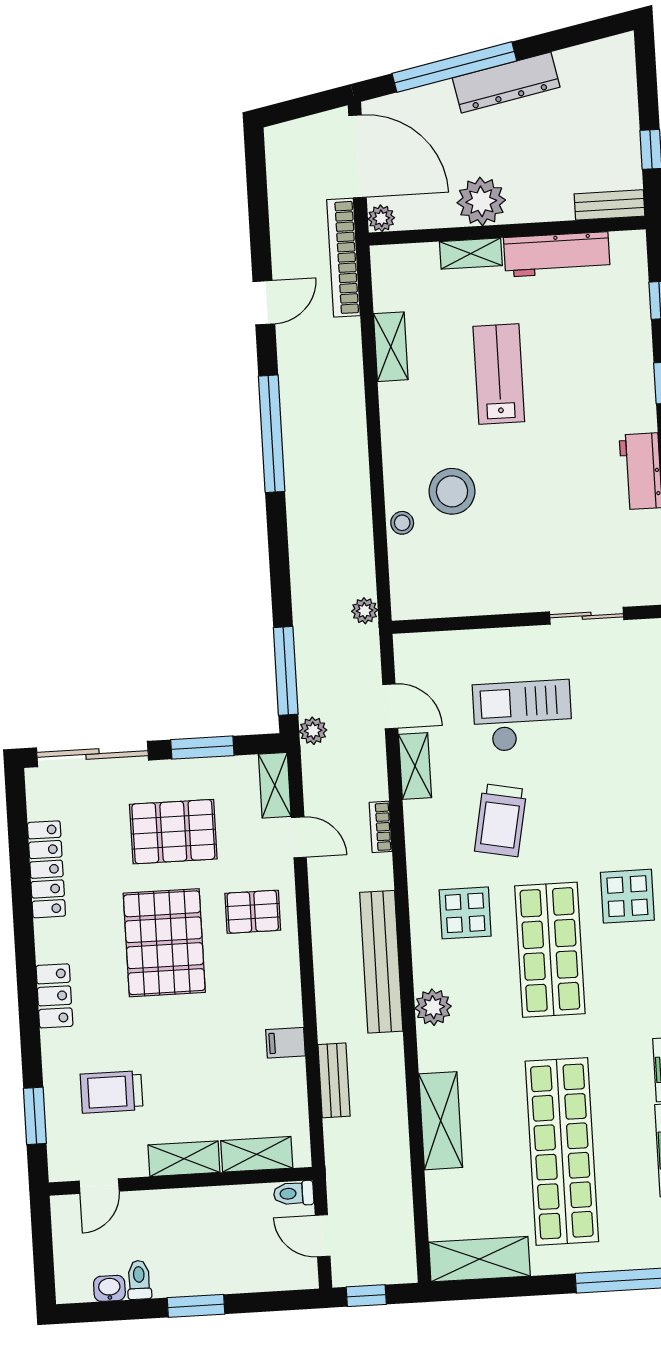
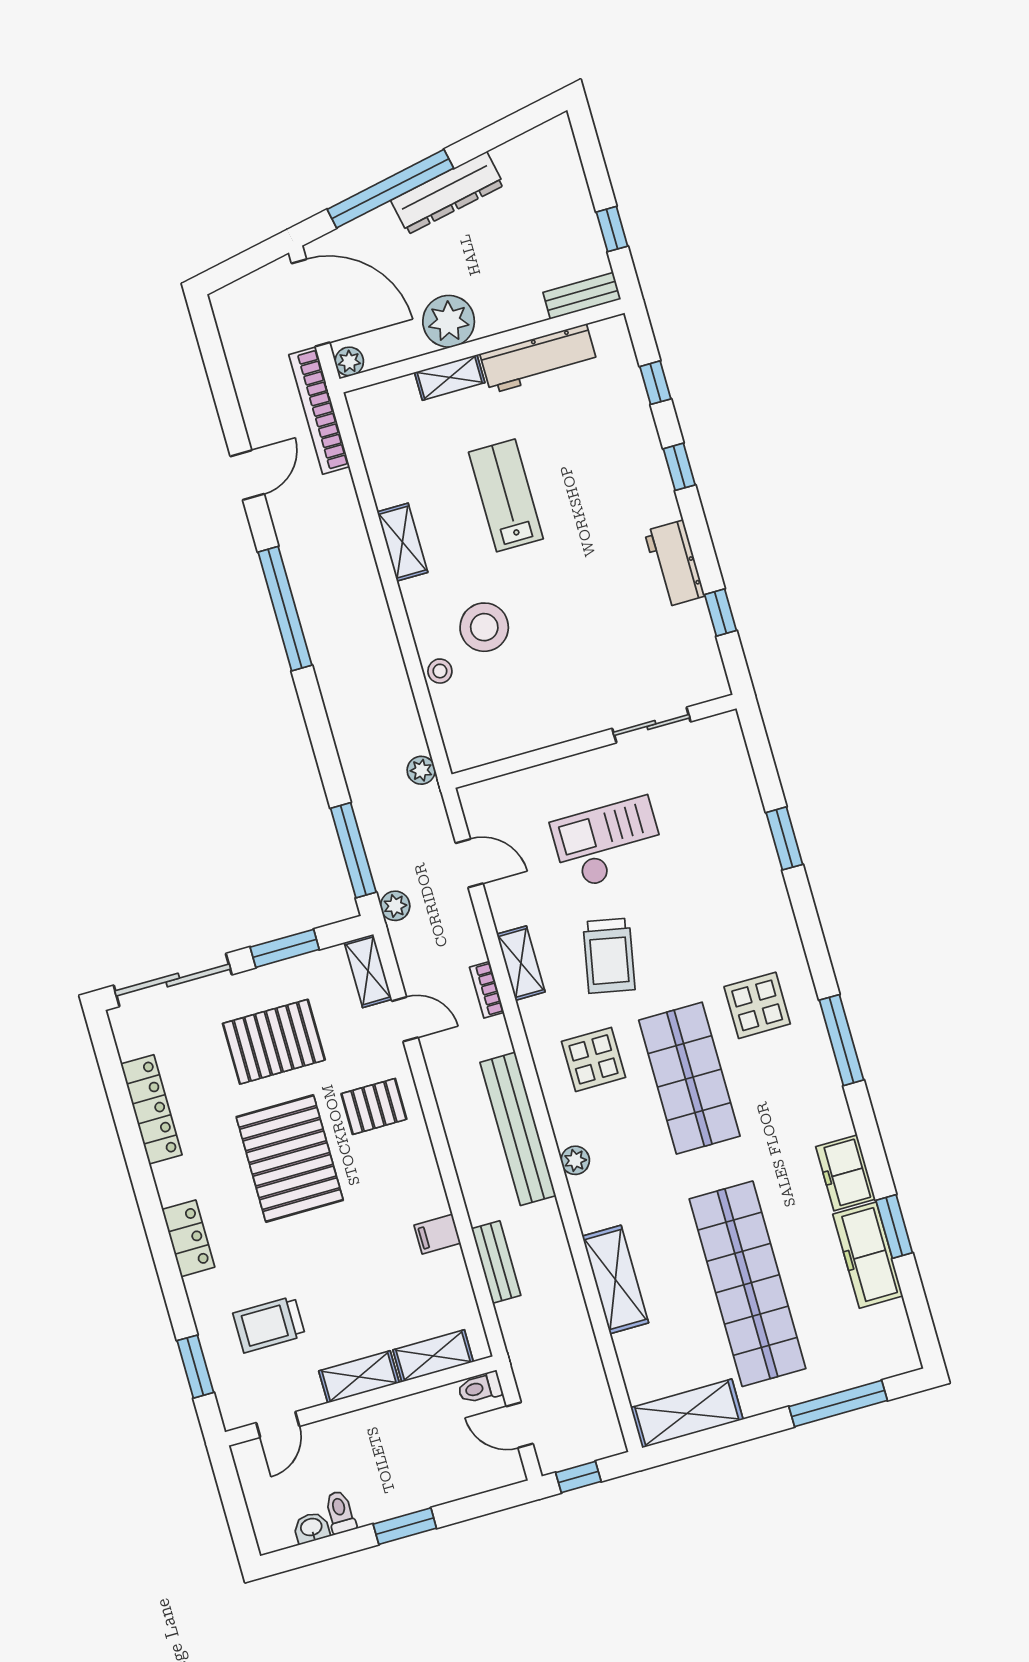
shelving: (391, 347) -> (402, 542), moved
shelving: (415, 766) -> (521, 963), moved
plant: (433, 1007) -> (575, 1160), width x0.73, depth x0.73

